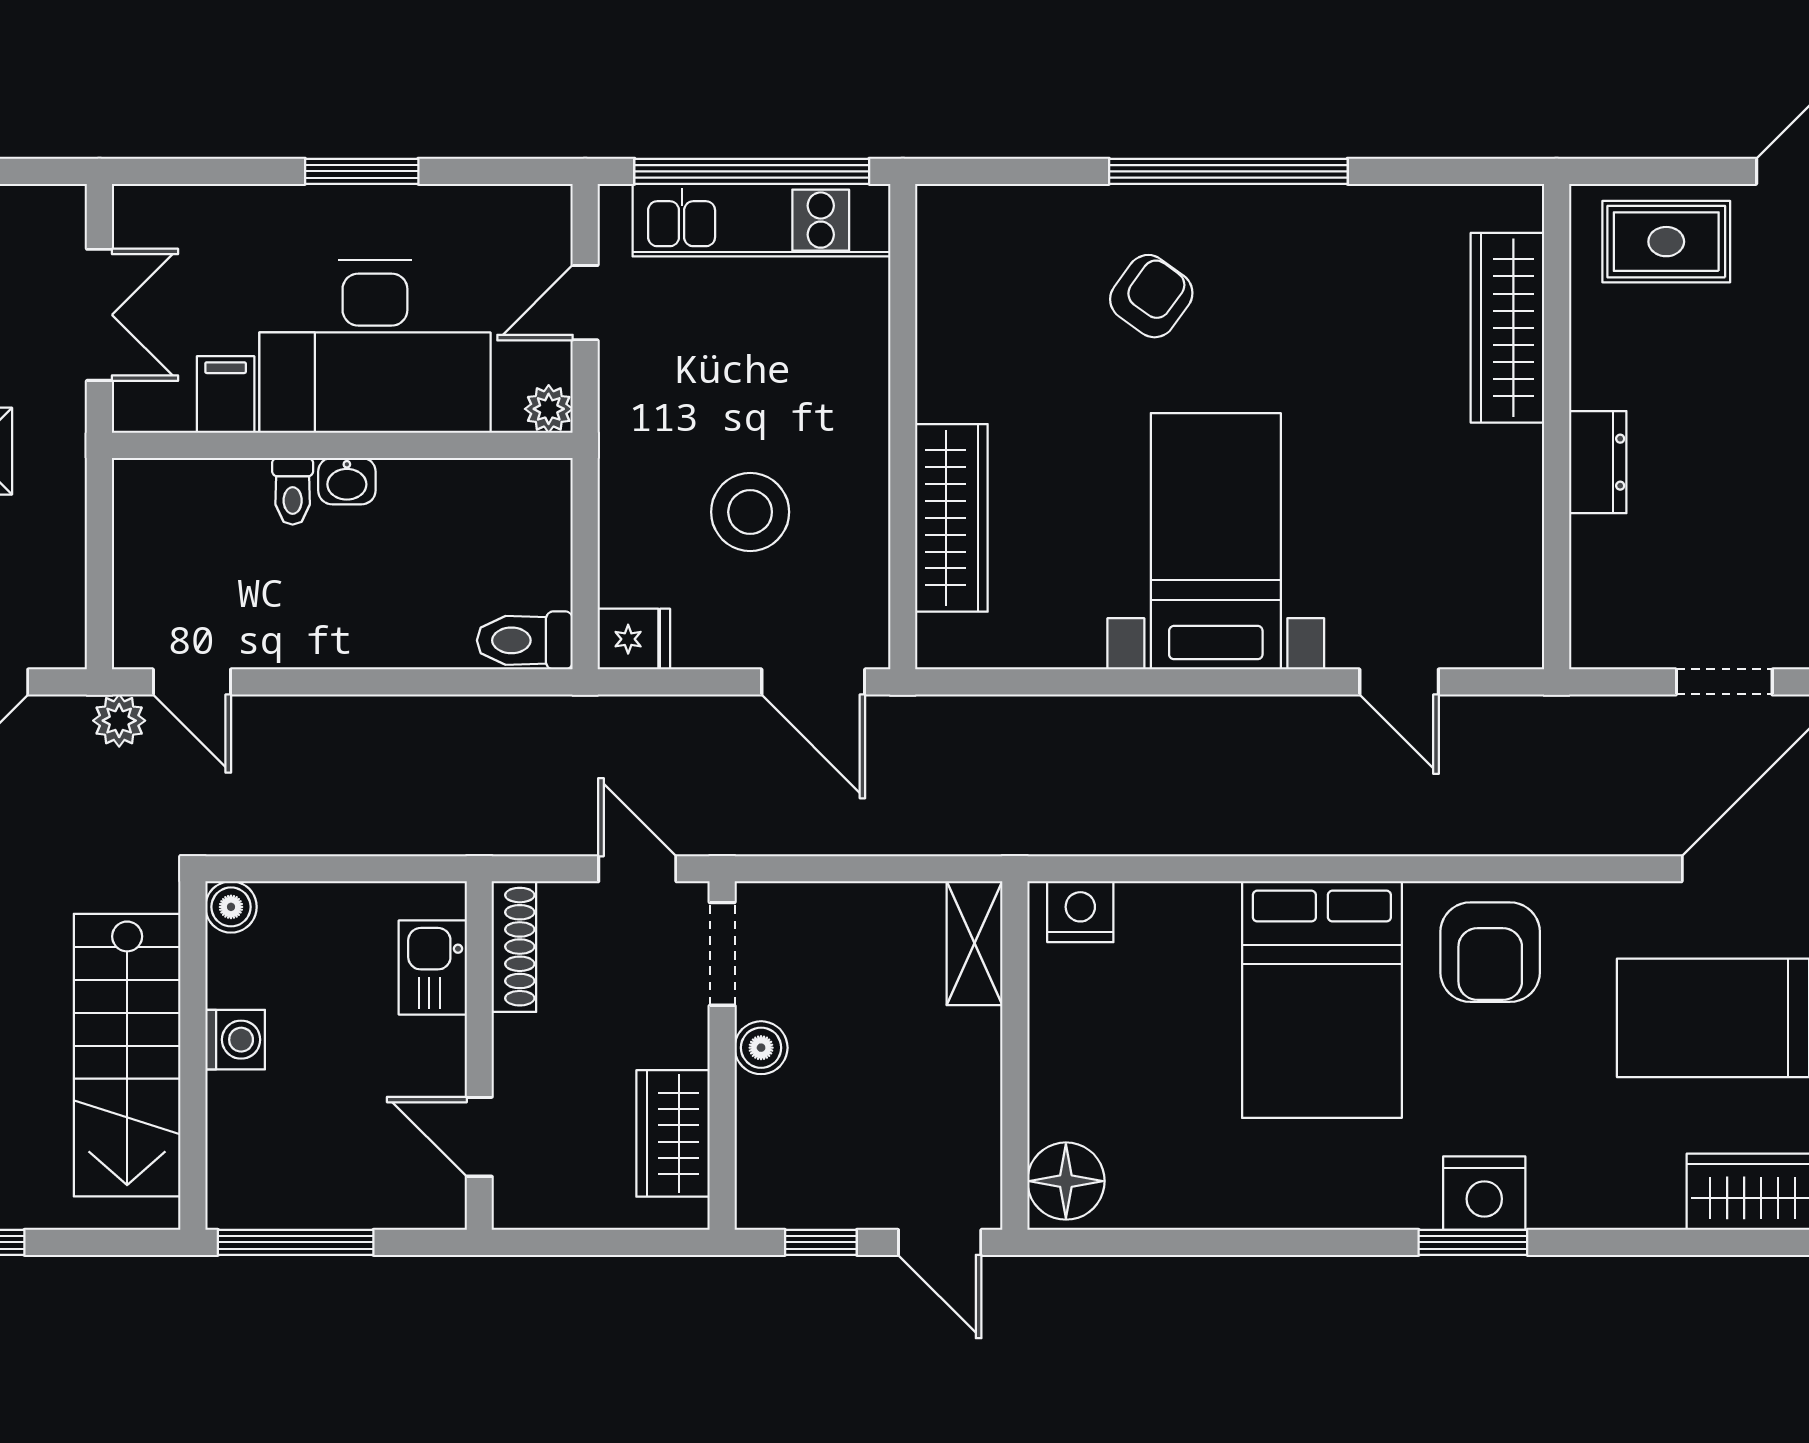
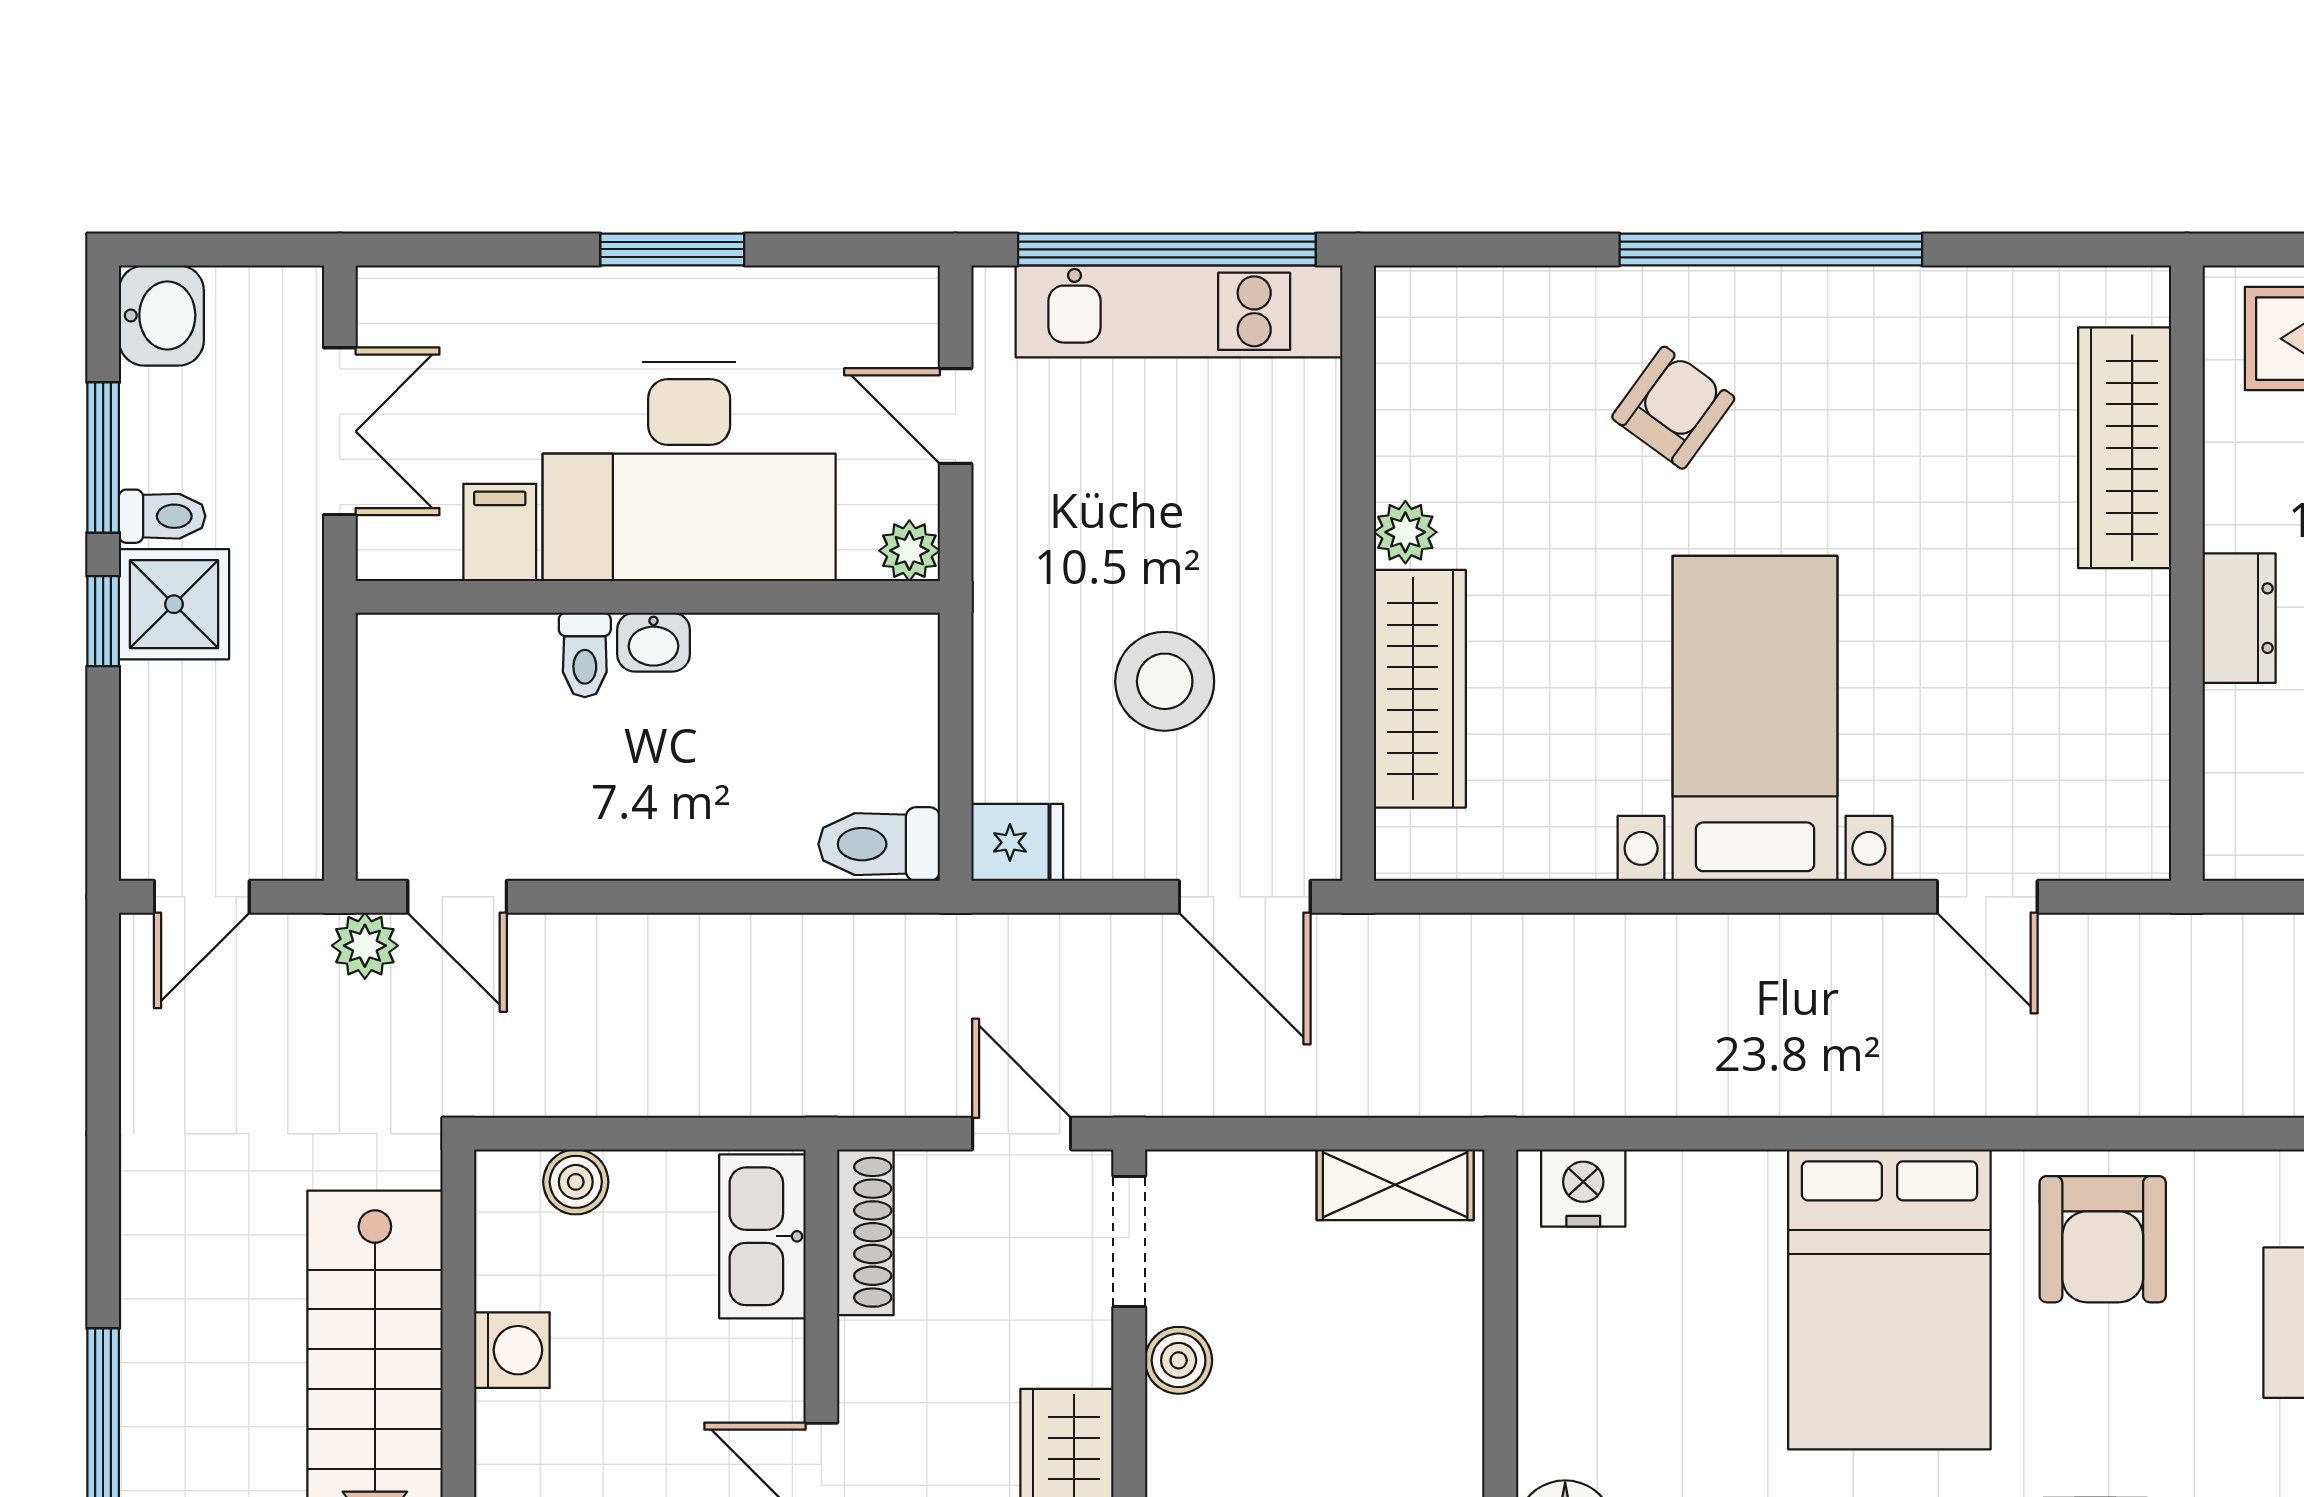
door: (585, 303) -> (956, 416), hinge flipped
plant: (940, 394) -> (1405, 532), added
boiler: (231, 907) -> (576, 1182), moved
shelving: (974, 943) -> (1395, 1185), moved, turned 90
kitchen sink: (433, 967) -> (762, 1236), width x1.38

